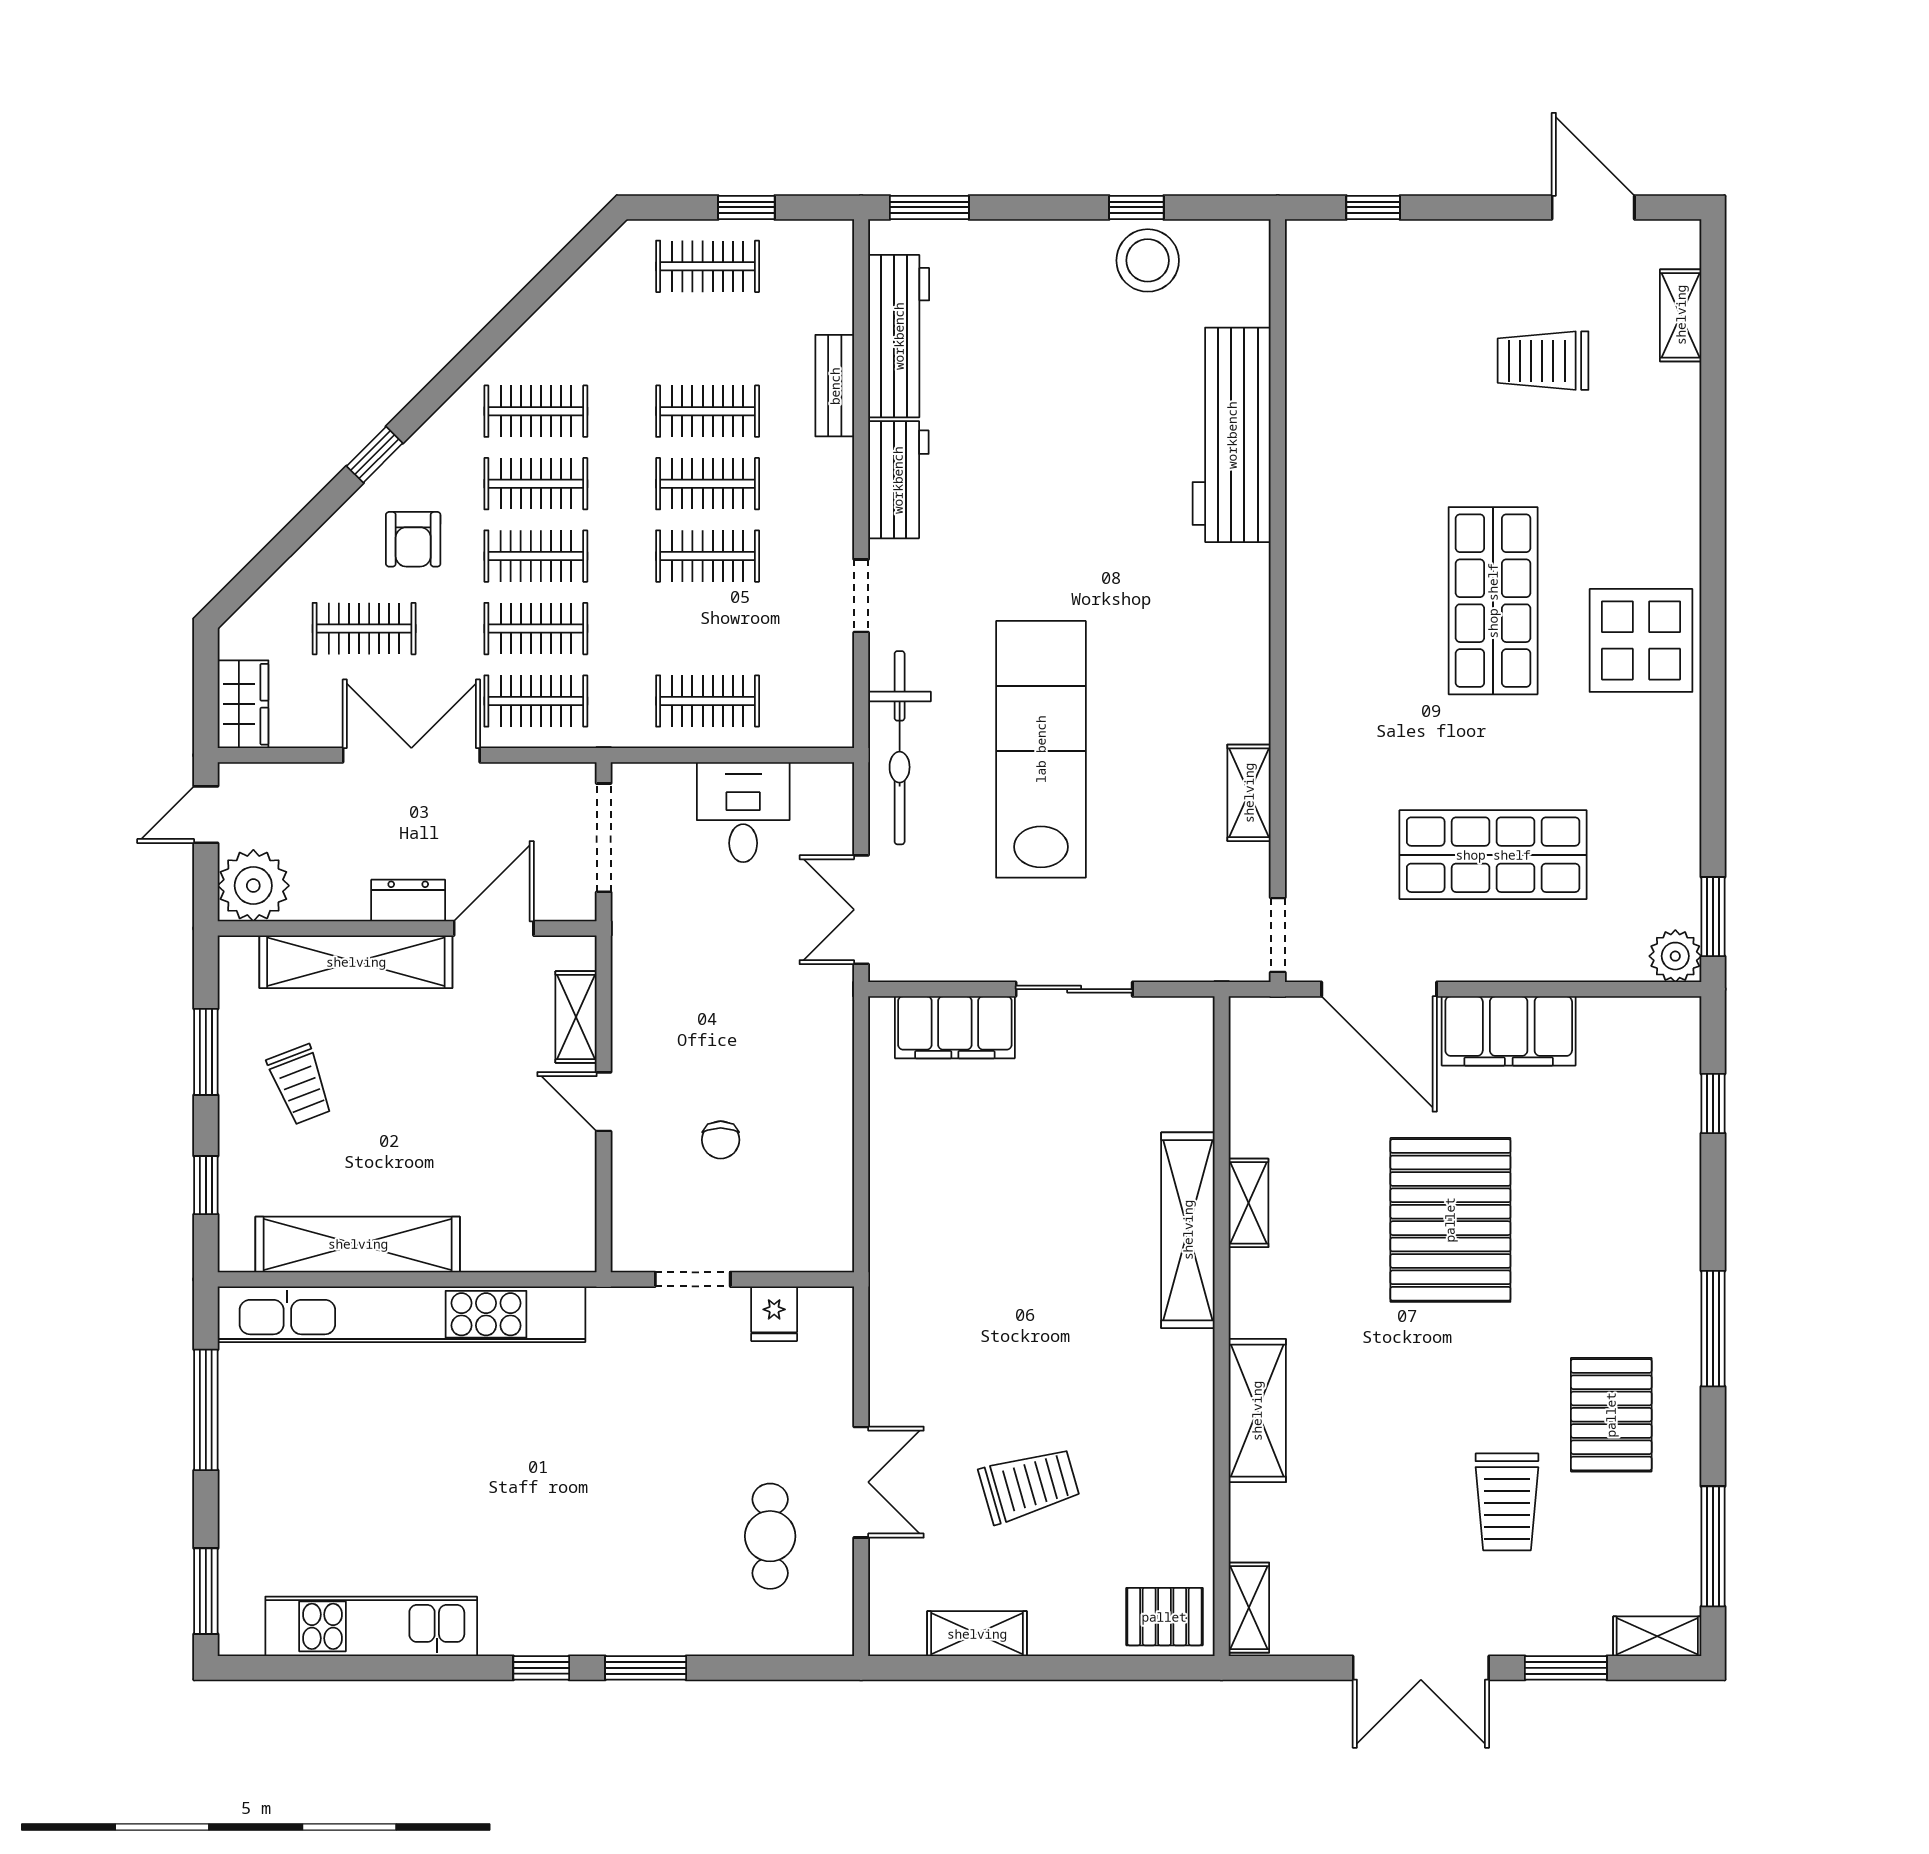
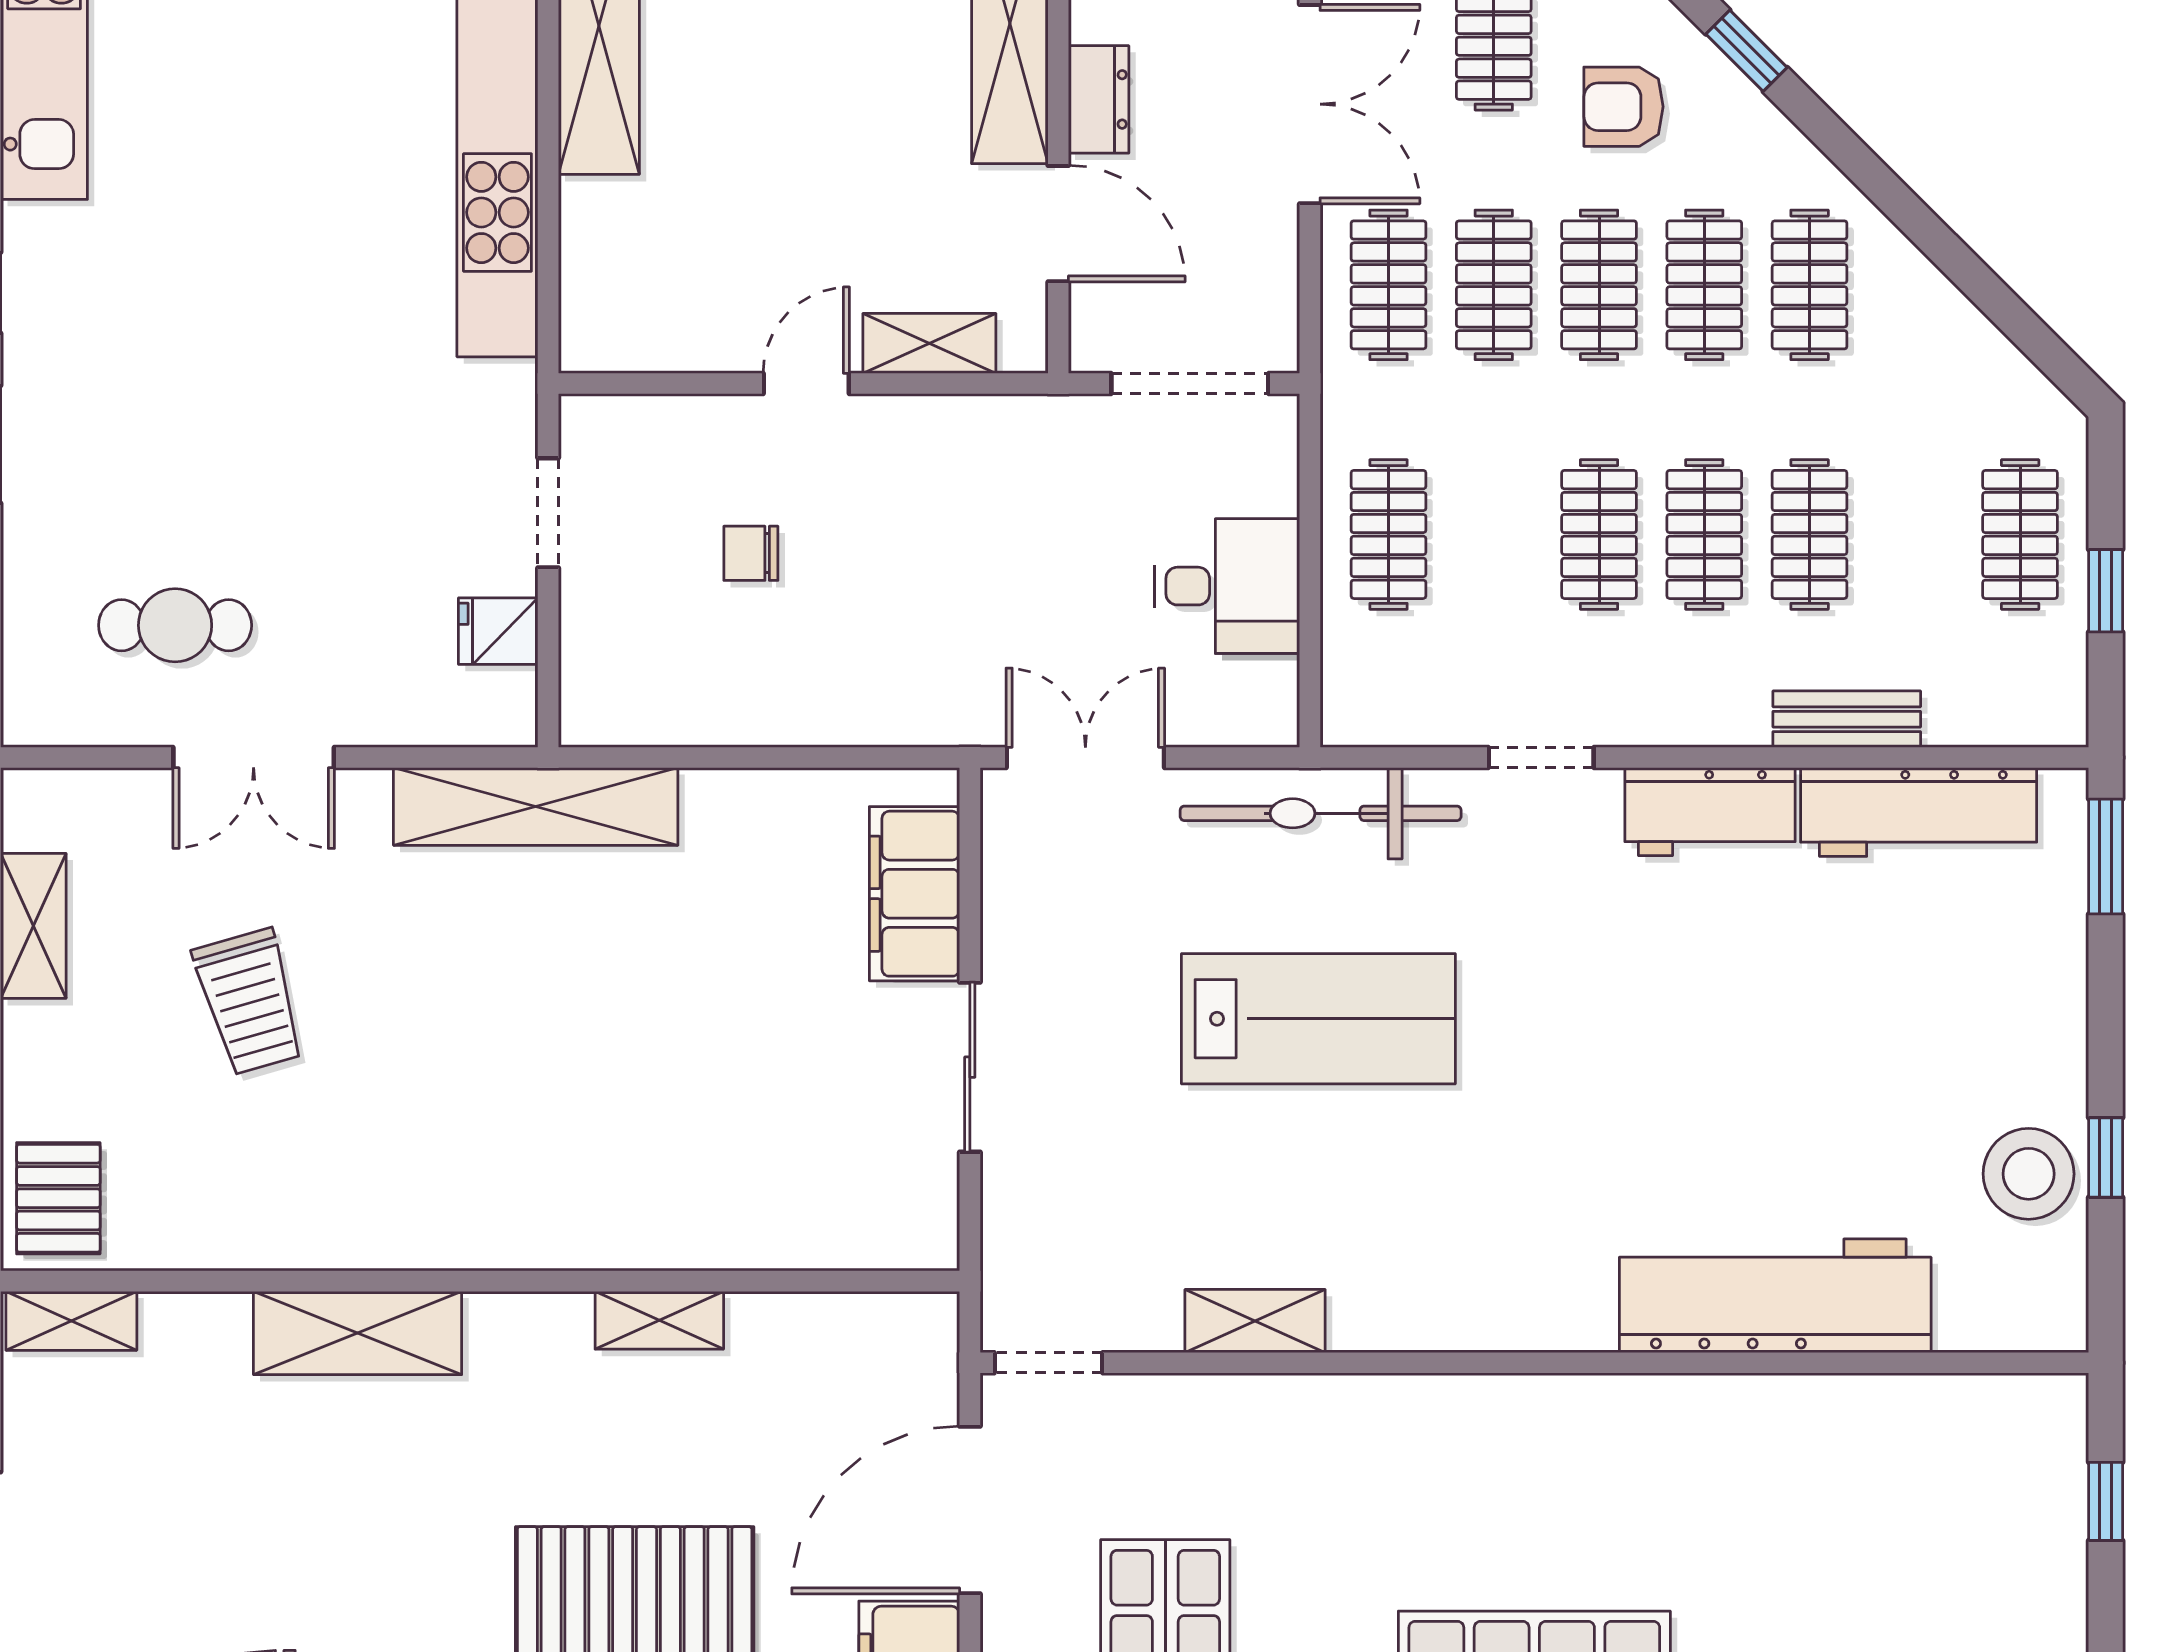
lab bench: (1041, 749) -> (1318, 1019), width x0.73
shelving: (1188, 1230) -> (536, 807), moved

